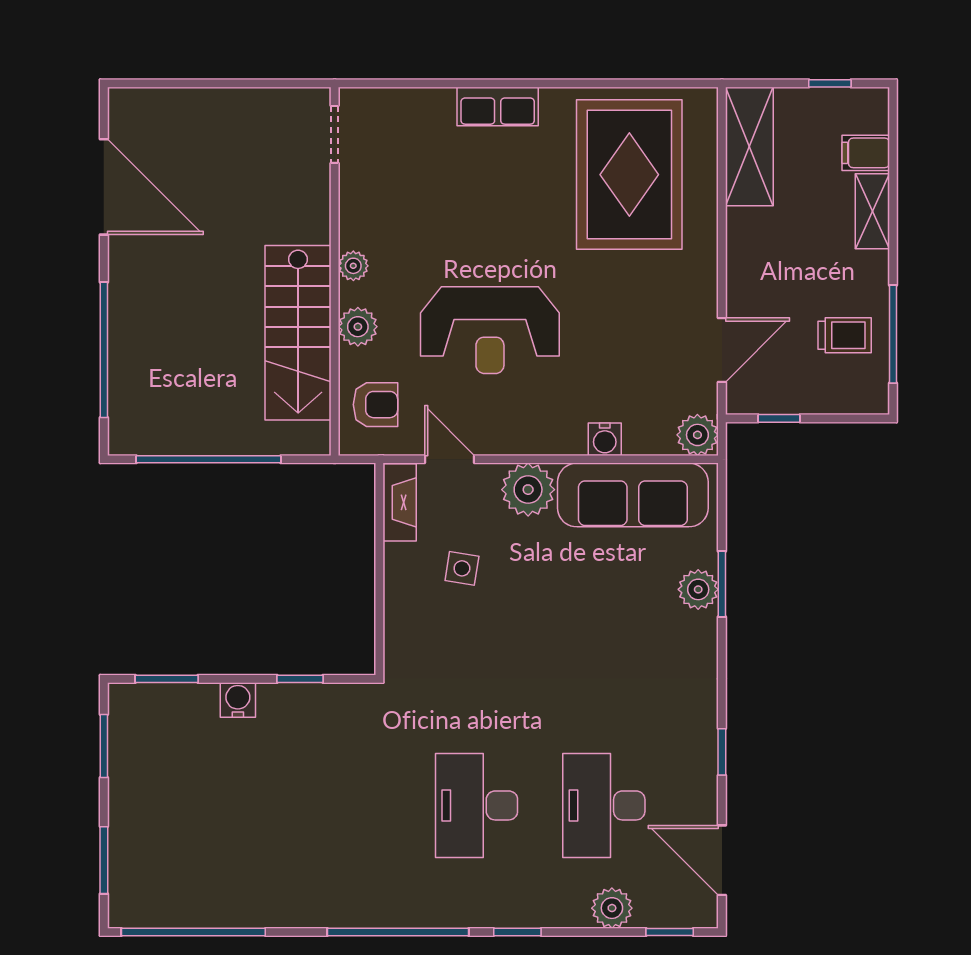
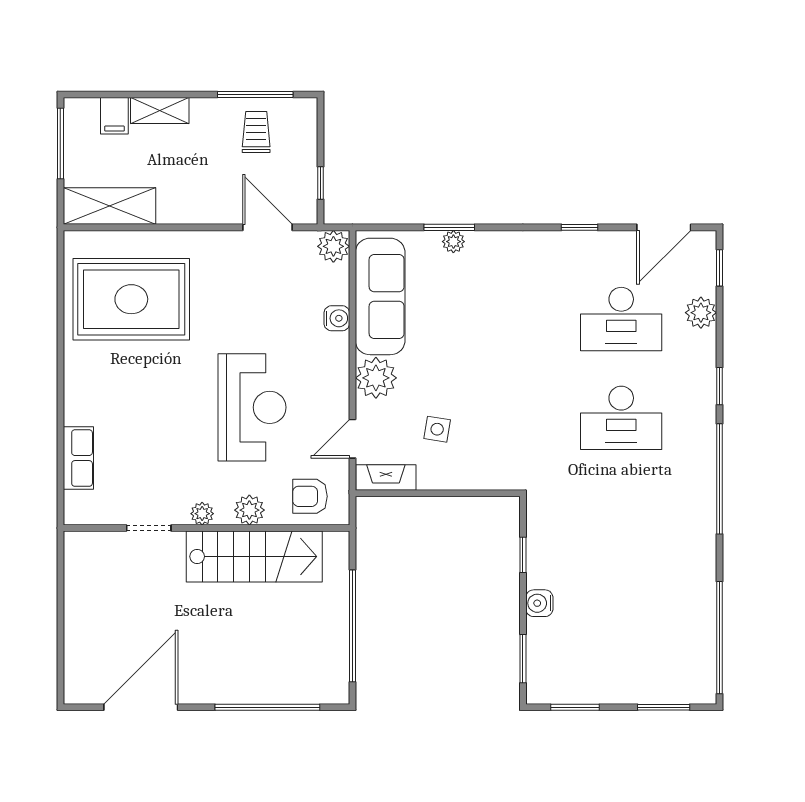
window: (830, 83) -> (60, 144), width x2.17
row of seats: (498, 106) -> (78, 458), moved
doorway: (335, 134) -> (149, 528), moved
armchair: (375, 405) -> (310, 496), turned -90
plant: (698, 589) -> (453, 242), width x0.73, depth x0.73

